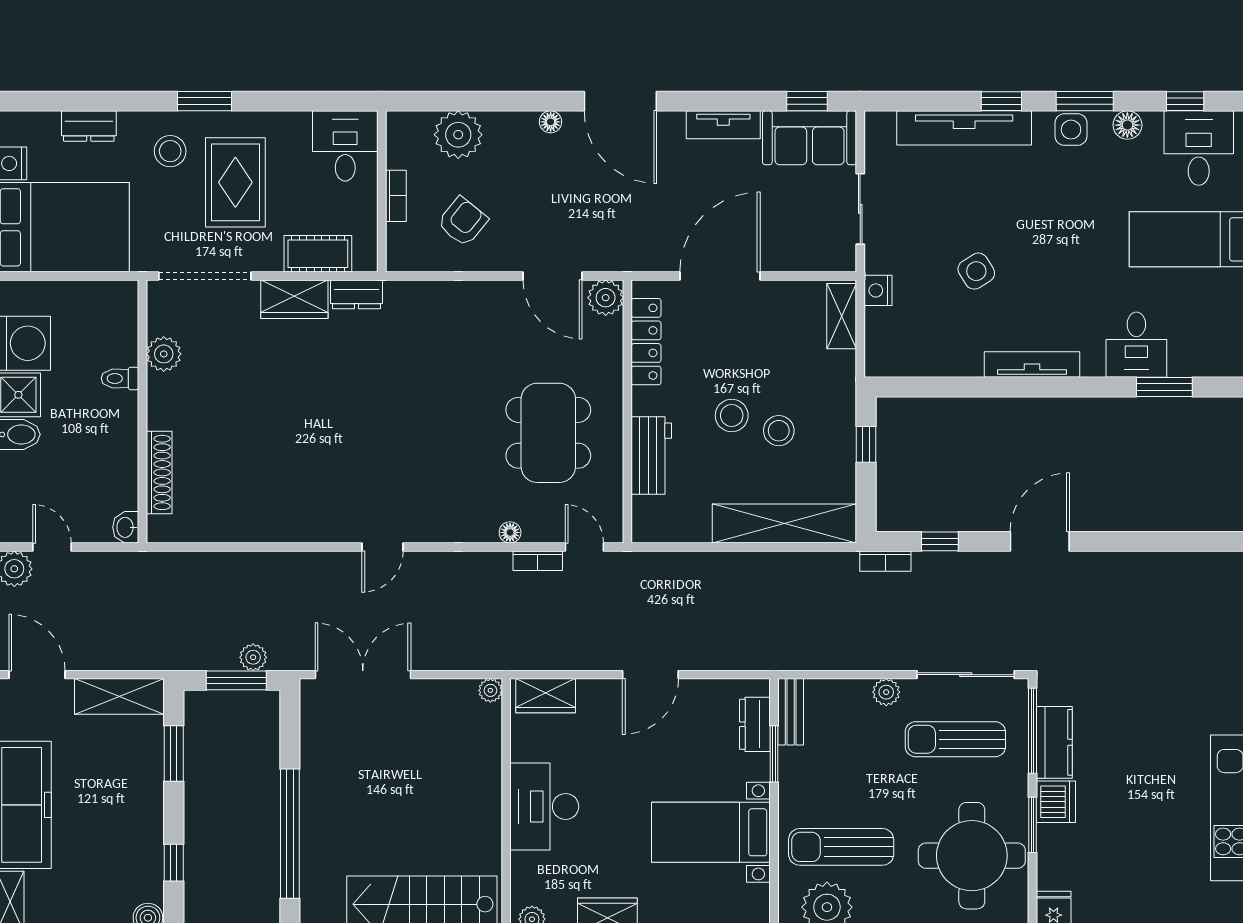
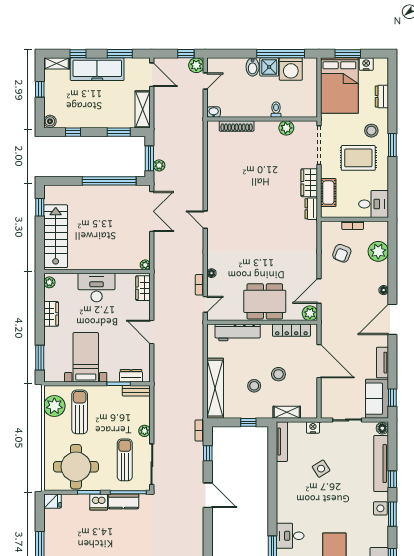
floor lamp: (1127, 125) -> (382, 428), moved
armchair: (463, 222) -> (342, 253), turned 72
shelving: (842, 316) -> (287, 412), moved
tv unit: (1032, 364) -> (282, 442), moved
stool: (732, 415) -> (278, 374), moved
dining table: (548, 433) -> (265, 301), moved
workbench: (651, 455) -> (238, 332), width x1.38
door: (37, 675) -> (152, 75), hinge flipped
window: (290, 834) -> (109, 181), moved

